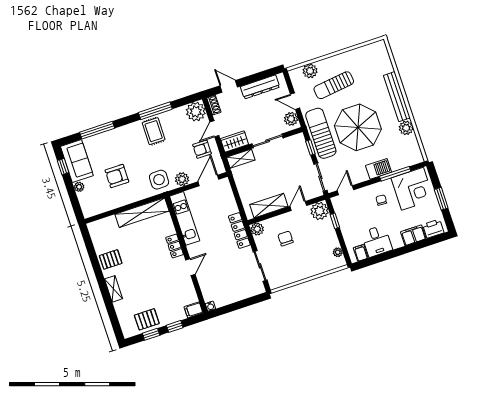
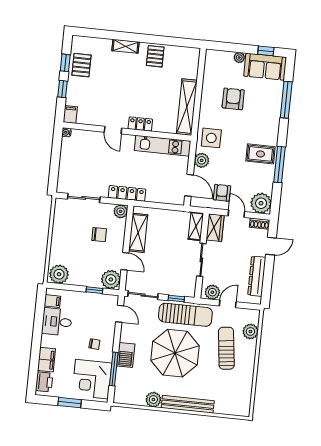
plant: (338, 252) -> (59, 274), width x1.88, depth x1.88

